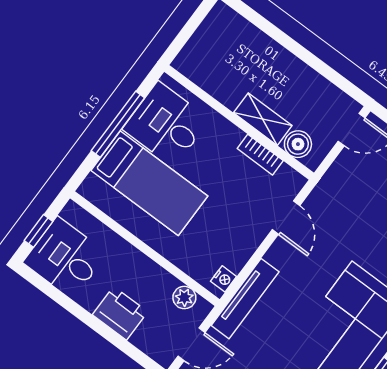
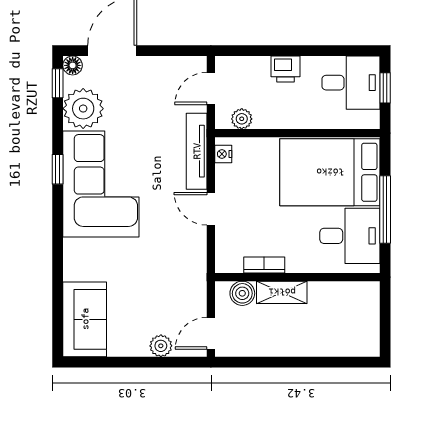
bed: (149, 183) -> (330, 172), width x1.50
door: (286, 218) -> (211, 209), moved
printer: (120, 313) -> (286, 69), width x0.73, depth x0.81

